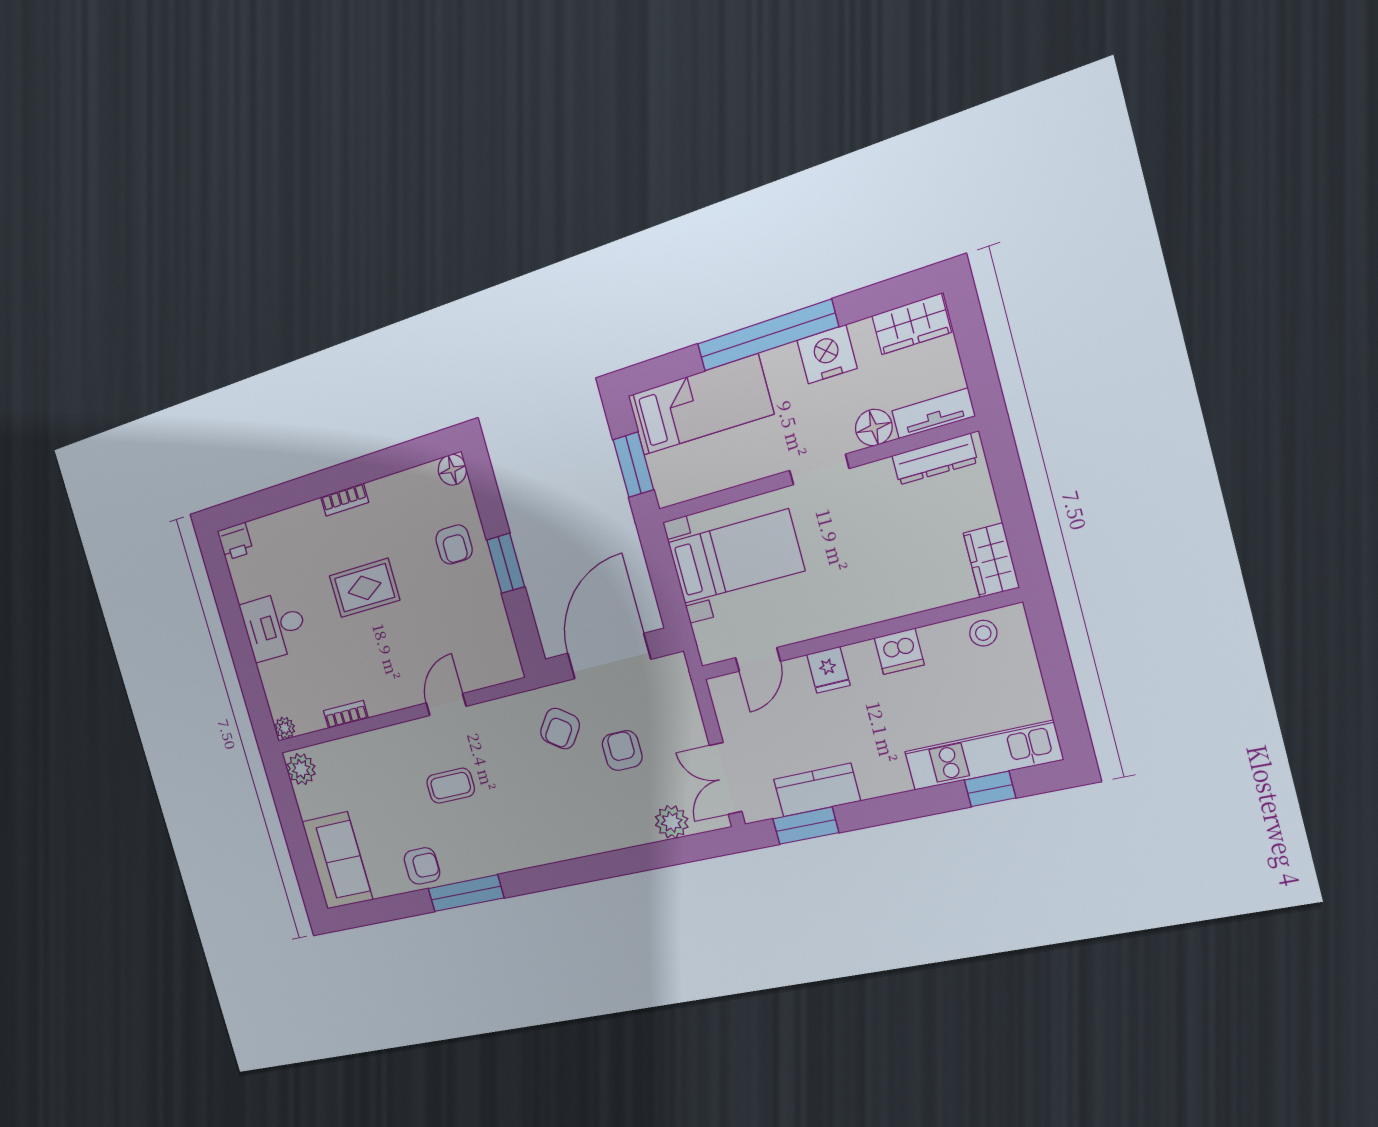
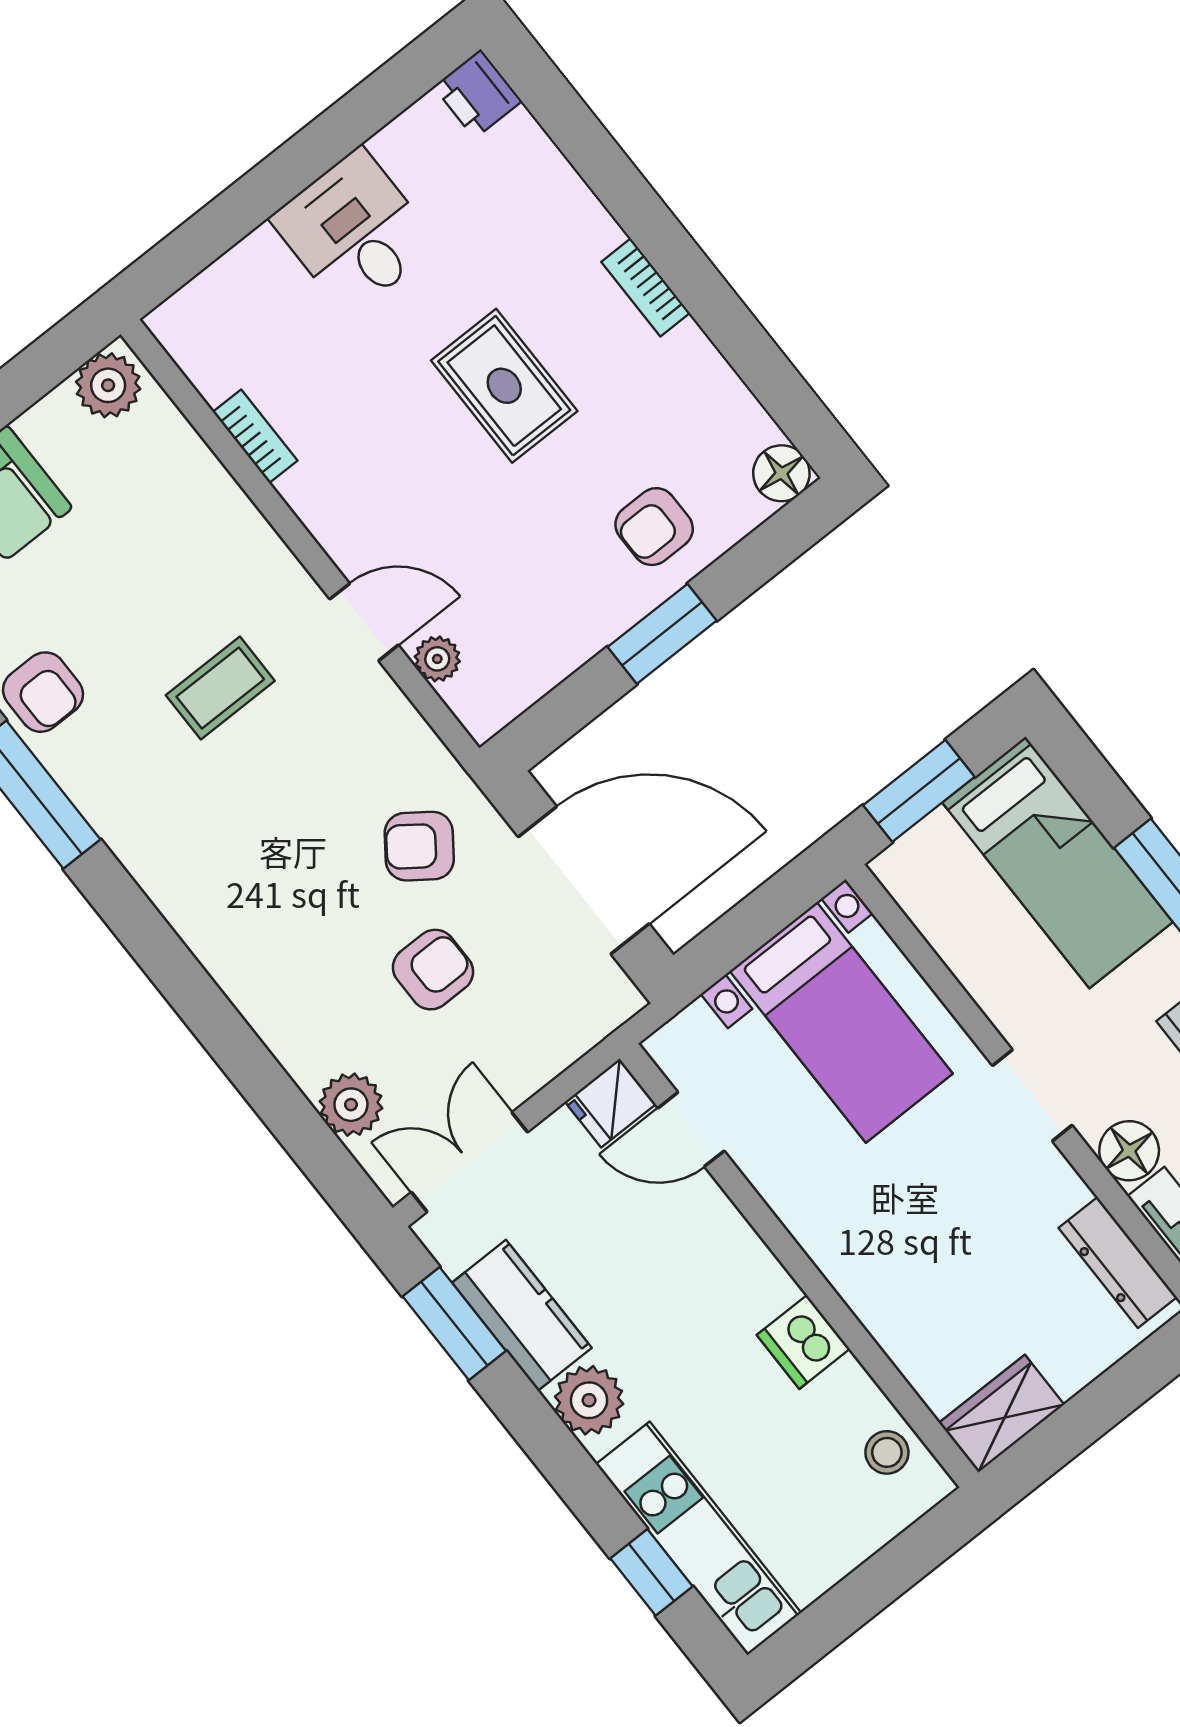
fridge: (828, 670) -> (610, 1103), moved
plant: (285, 728) -> (437, 659), moved
plant: (878, 777) -> (589, 1400), added
coffee table: (451, 786) -> (220, 688), turned 90

